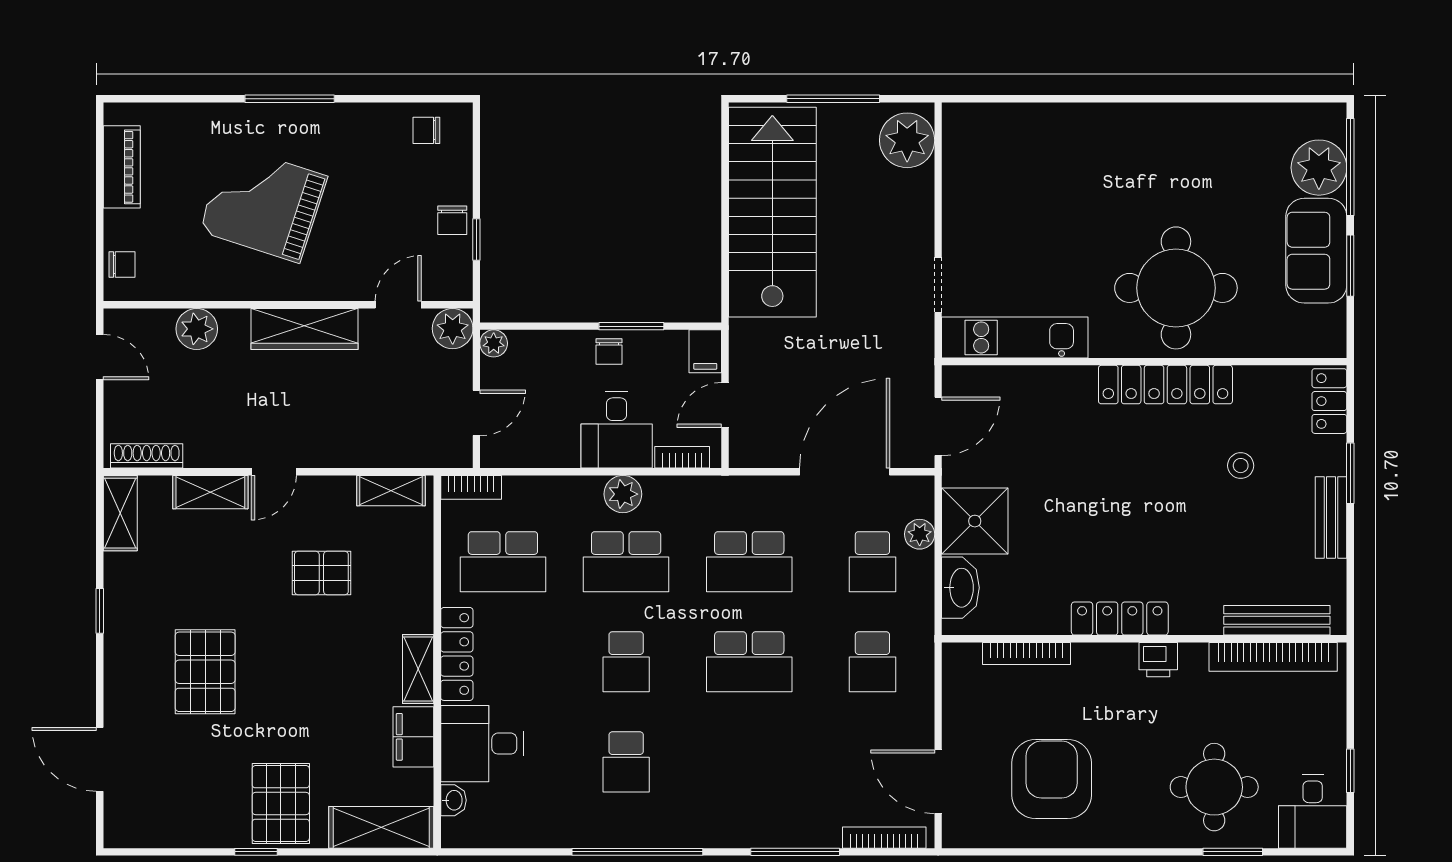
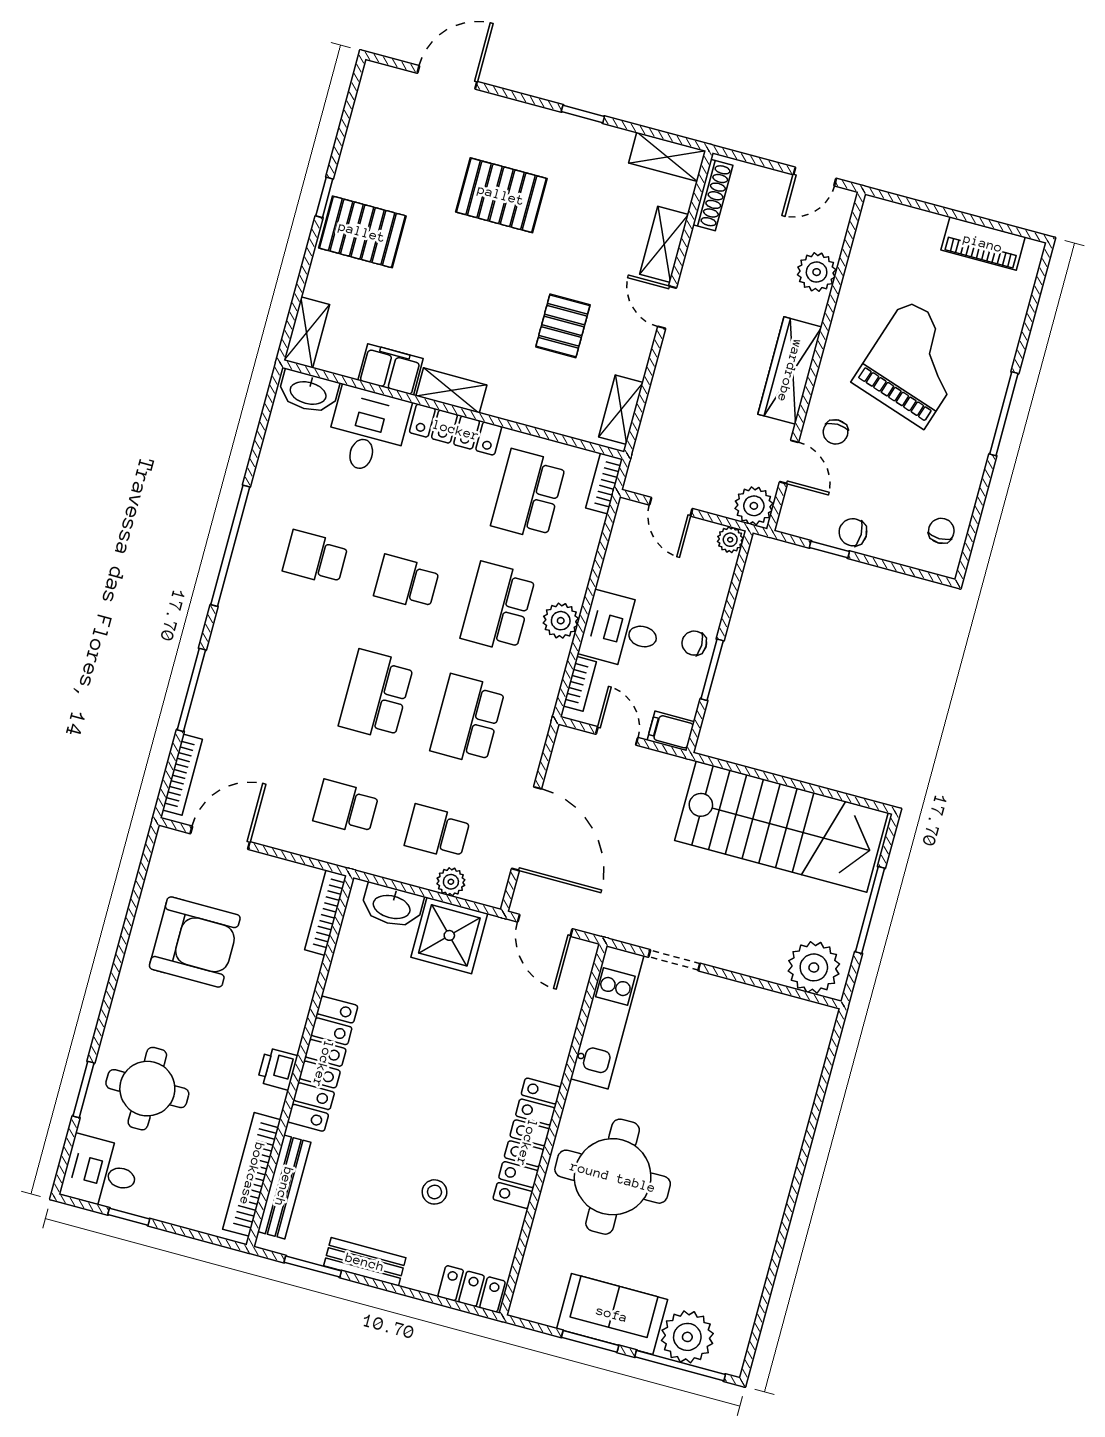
chair: (122, 265) -> (836, 432), moved
window: (1350, 473) -> (313, 1267), moved
locker: (1120, 619) -> (323, 1064), width x1.41, depth x1.21
bookcase: (1027, 653) -> (326, 913), moved
washbasin: (453, 800) -> (308, 392), width x1.91, depth x1.45
shelving: (381, 827) -> (307, 332), width x0.67, depth x0.75

